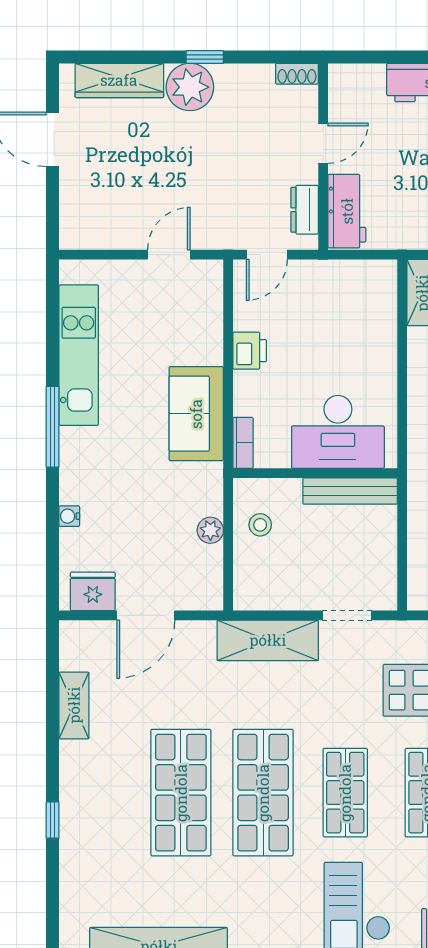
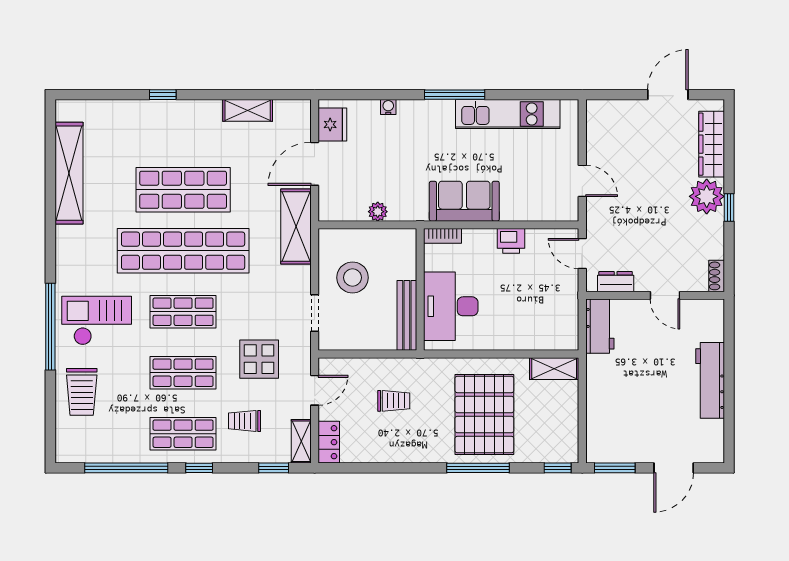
workbench: (347, 211) -> (600, 326), moved, turned -90
stool: (260, 525) -> (353, 278), moved, width x1.89, depth x1.89
door: (146, 615) -> (315, 164), hinge flipped
shelving: (268, 640) -> (296, 226), moved
shop shelf: (263, 793) -> (183, 251), width x1.40

